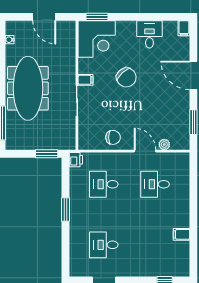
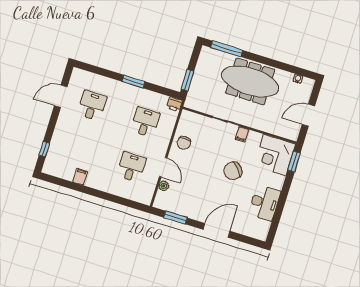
filing cabinet: (184, 28) -> (260, 235), removed
desk: (149, 34) -> (264, 203), width x1.37
door: (145, 151) -> (163, 167), hinge flipped

